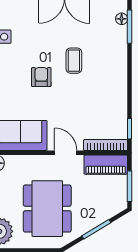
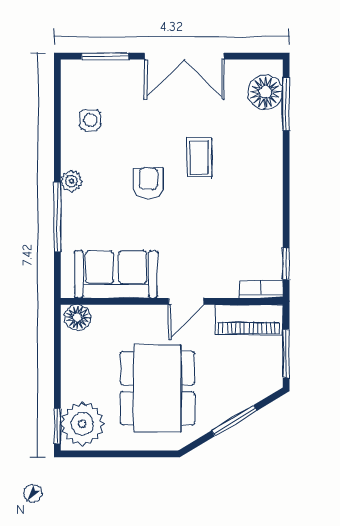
floor lamp: (122, 19) -> (266, 92), width x1.89, depth x1.89
bookcase: (106, 145) -> (261, 289), width x0.64
door: (66, 153) -> (186, 301), swing flipped

